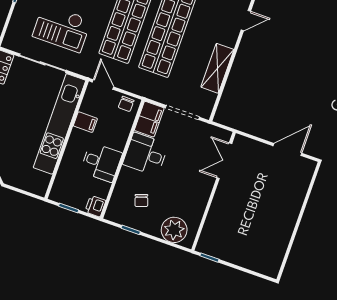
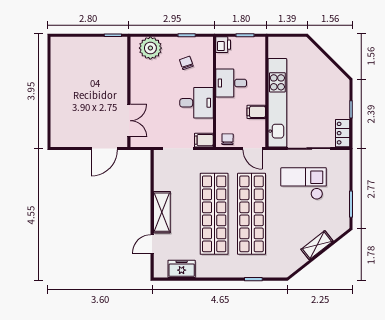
shelving: (217, 68) -> (162, 212), moved
filing cabinet: (149, 119) -> (204, 140), width x0.50
door: (287, 149) -> (104, 148), moved

